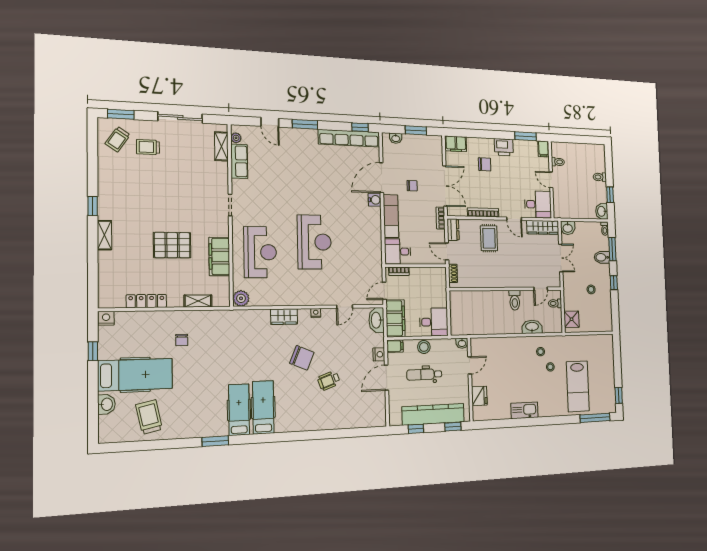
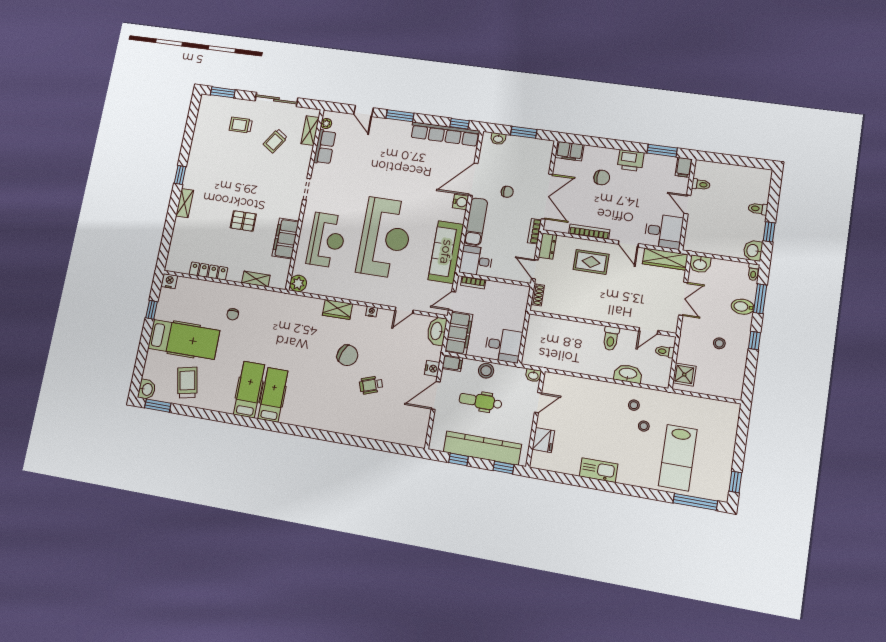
trolley: (118, 139) -> (275, 141), moved
rug: (489, 238) -> (591, 262), turned 90
reception desk: (314, 242) -> (385, 238), width x1.36, depth x1.30
pallet: (172, 245) -> (243, 221), width x0.67, depth x0.71
sofa: (371, 247) -> (446, 252), added
washbasin: (106, 404) -> (147, 389), moved
hospital bed: (263, 407) -> (249, 389), moved
window: (215, 441) -> (158, 406), moved

